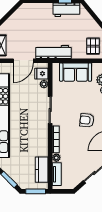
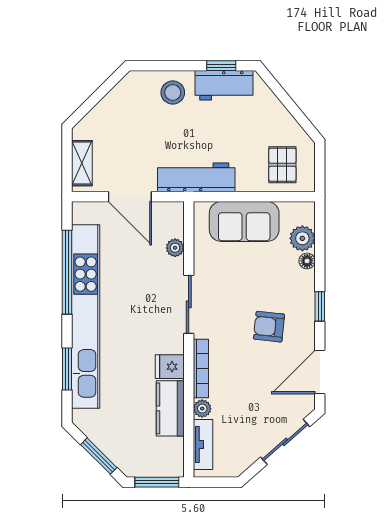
stool: (43, 13) -> (173, 92), added
door: (23, 61) -> (130, 197), hinge flipped
fridge: (41, 74) -> (170, 367), moved
kitchen counter: (42, 170) -> (170, 408), moved

